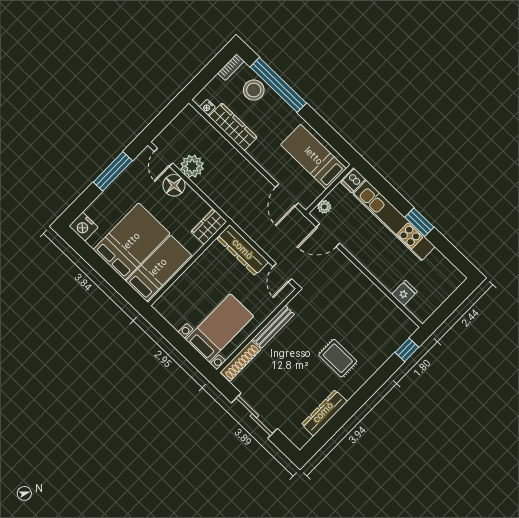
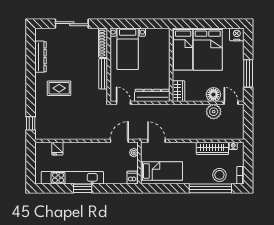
kitchen unit: (394, 220) -> (72, 178), moved

